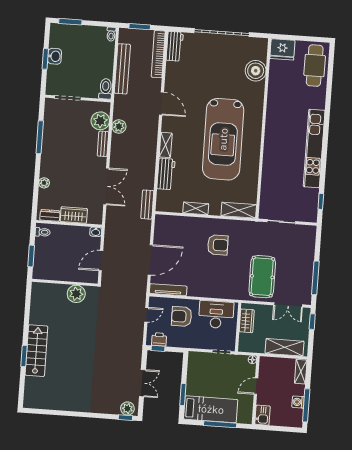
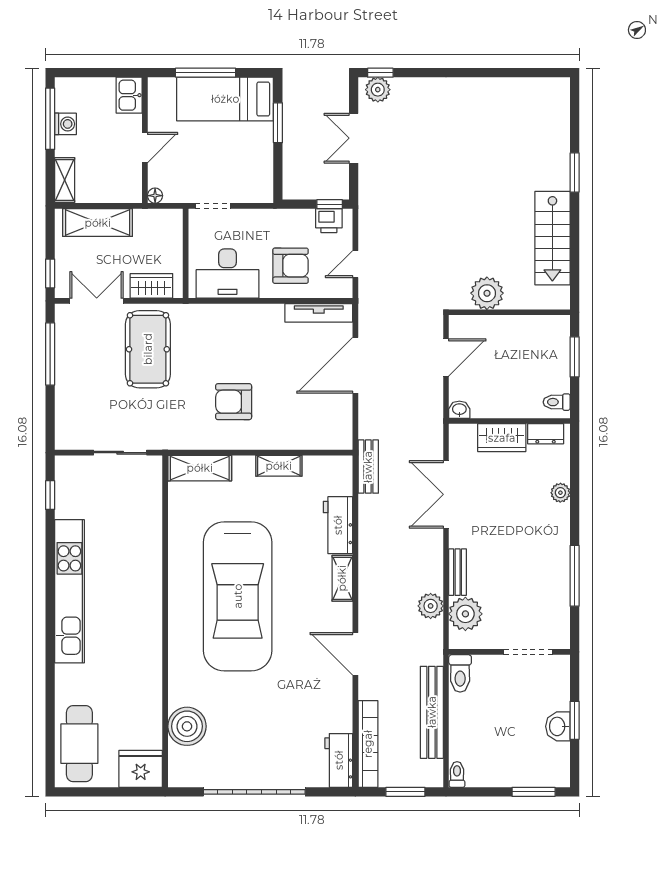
car: (223, 139) -> (238, 596), turned 180
wardrobe: (247, 321) -> (151, 286), moved, turned 90
stairs: (36, 351) -> (552, 238), moved

